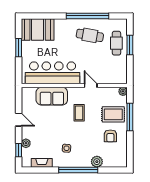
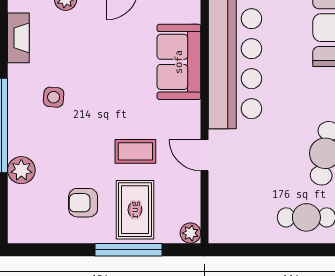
window: (130, 45) -> (302, 250), removed
door: (91, 85) -> (205, 155), swing flipped
coffee table: (79, 113) -> (135, 151), moved

